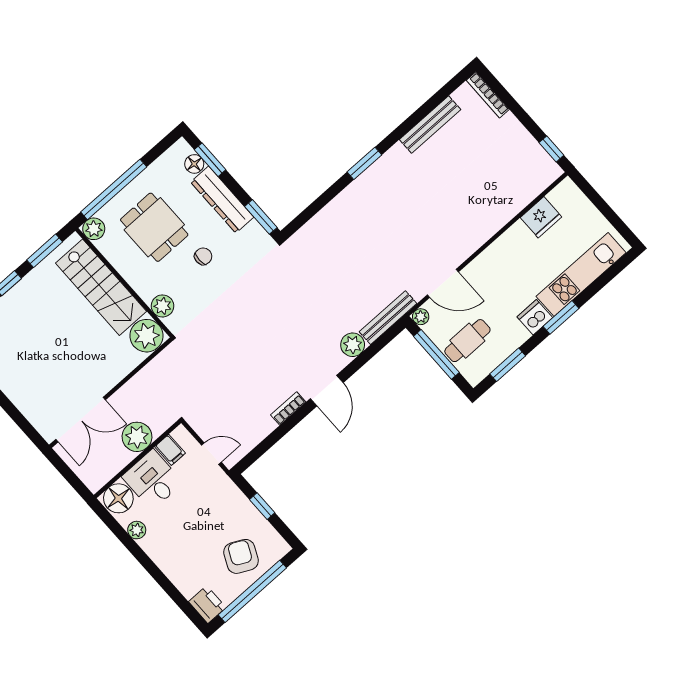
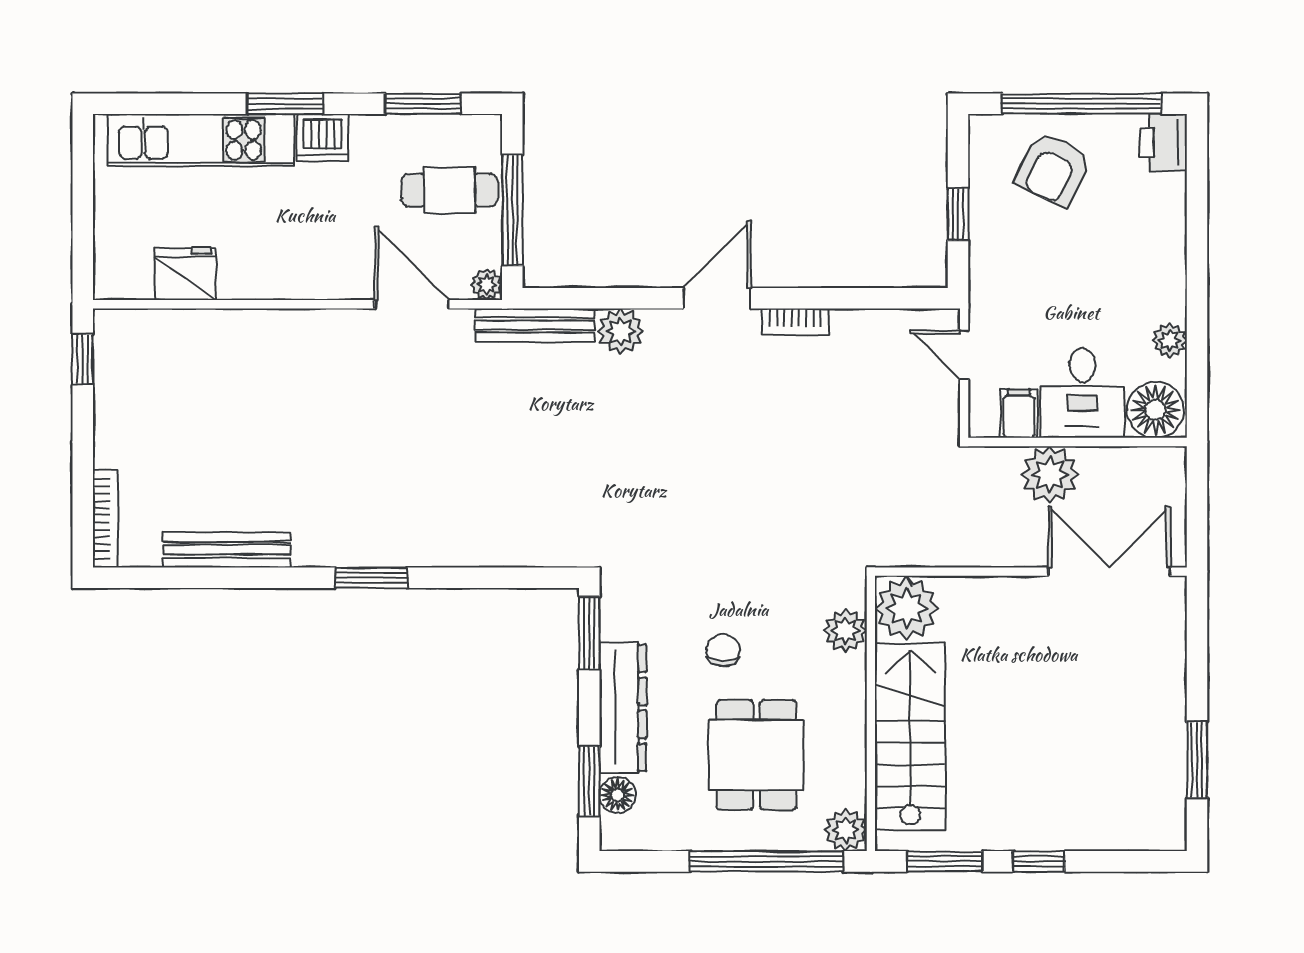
chair: (203, 256) -> (723, 650), turned 90

